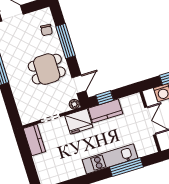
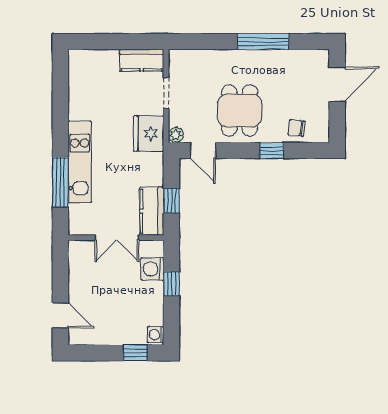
window: (65, 41) -> (272, 151), width x0.46
window: (105, 98) -> (171, 201), moved
kitchen counter: (105, 111) -> (152, 211), moved

